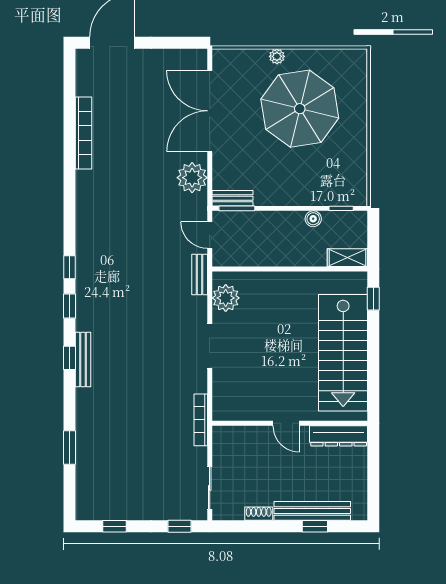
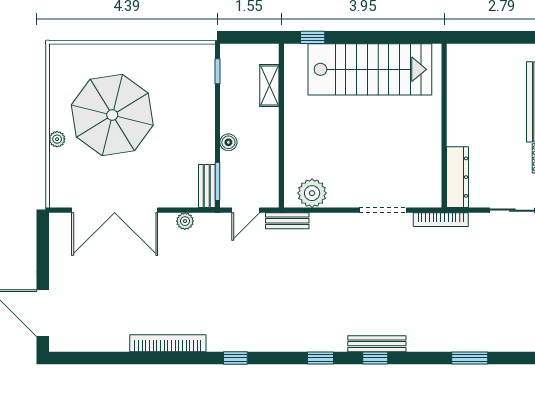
bookcase: (84, 133) -> (168, 343), moved
plant: (192, 178) -> (185, 221), width x0.53, depth x0.53
boiler: (313, 219) -> (228, 142), moved
shelving: (347, 258) -> (269, 86), moved
window: (70, 267) -> (235, 358), moved
doorway: (210, 346) -> (383, 210), moved
door: (286, 423) -> (444, 129), removed
dresser: (339, 436) -> (457, 177), moved

